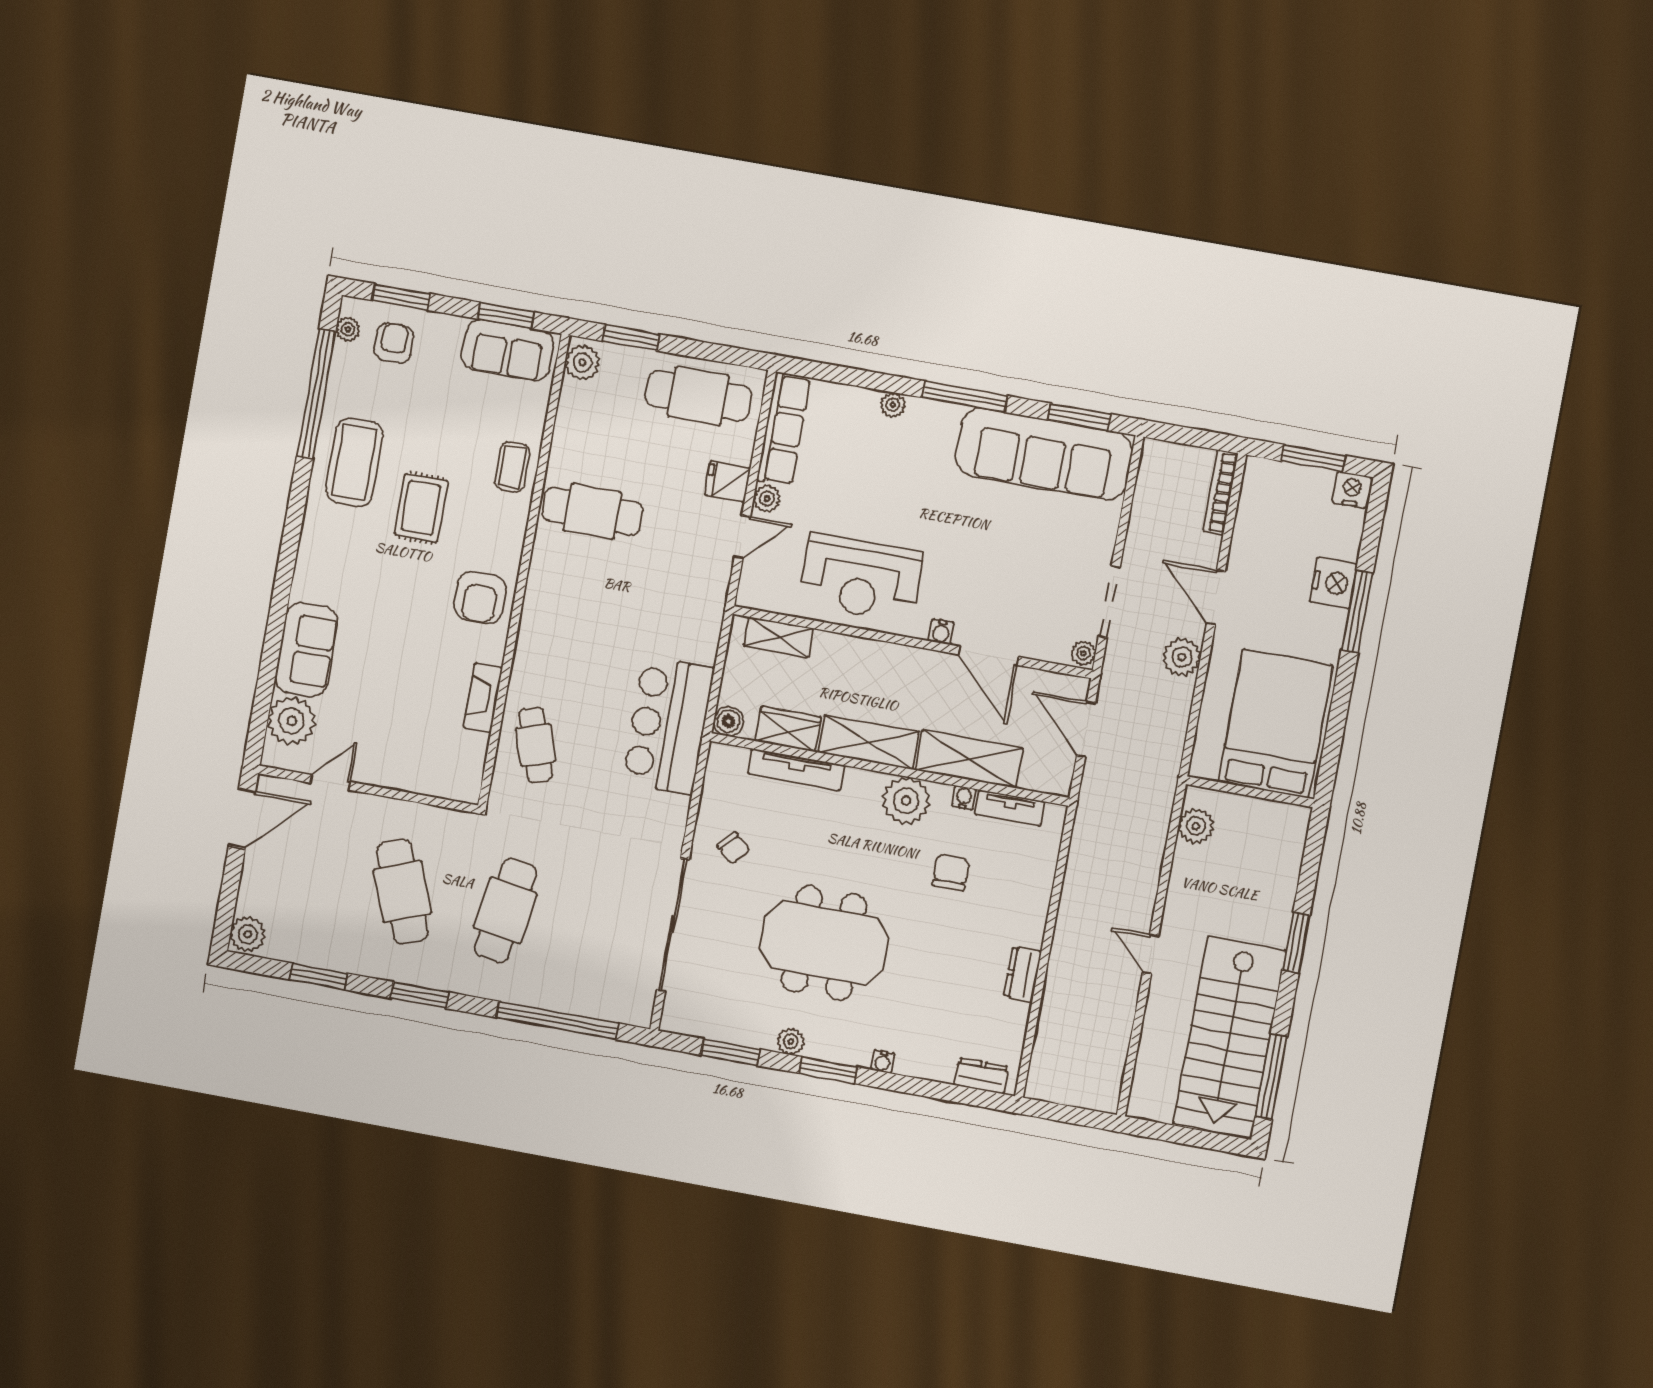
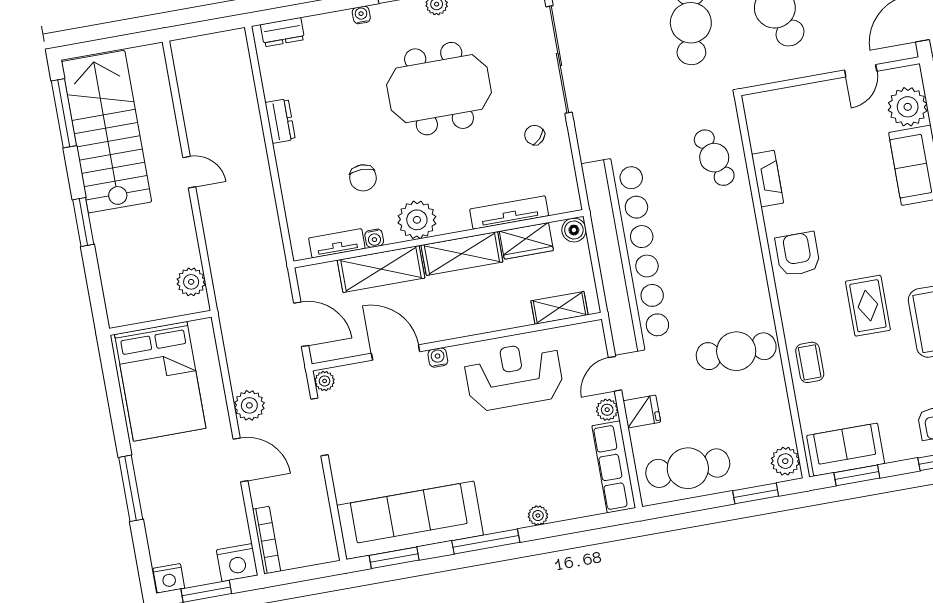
nightstand: (1333, 583) -> (237, 563), moved, turned -90
bar counter: (668, 725) -> (627, 254), width x1.86

